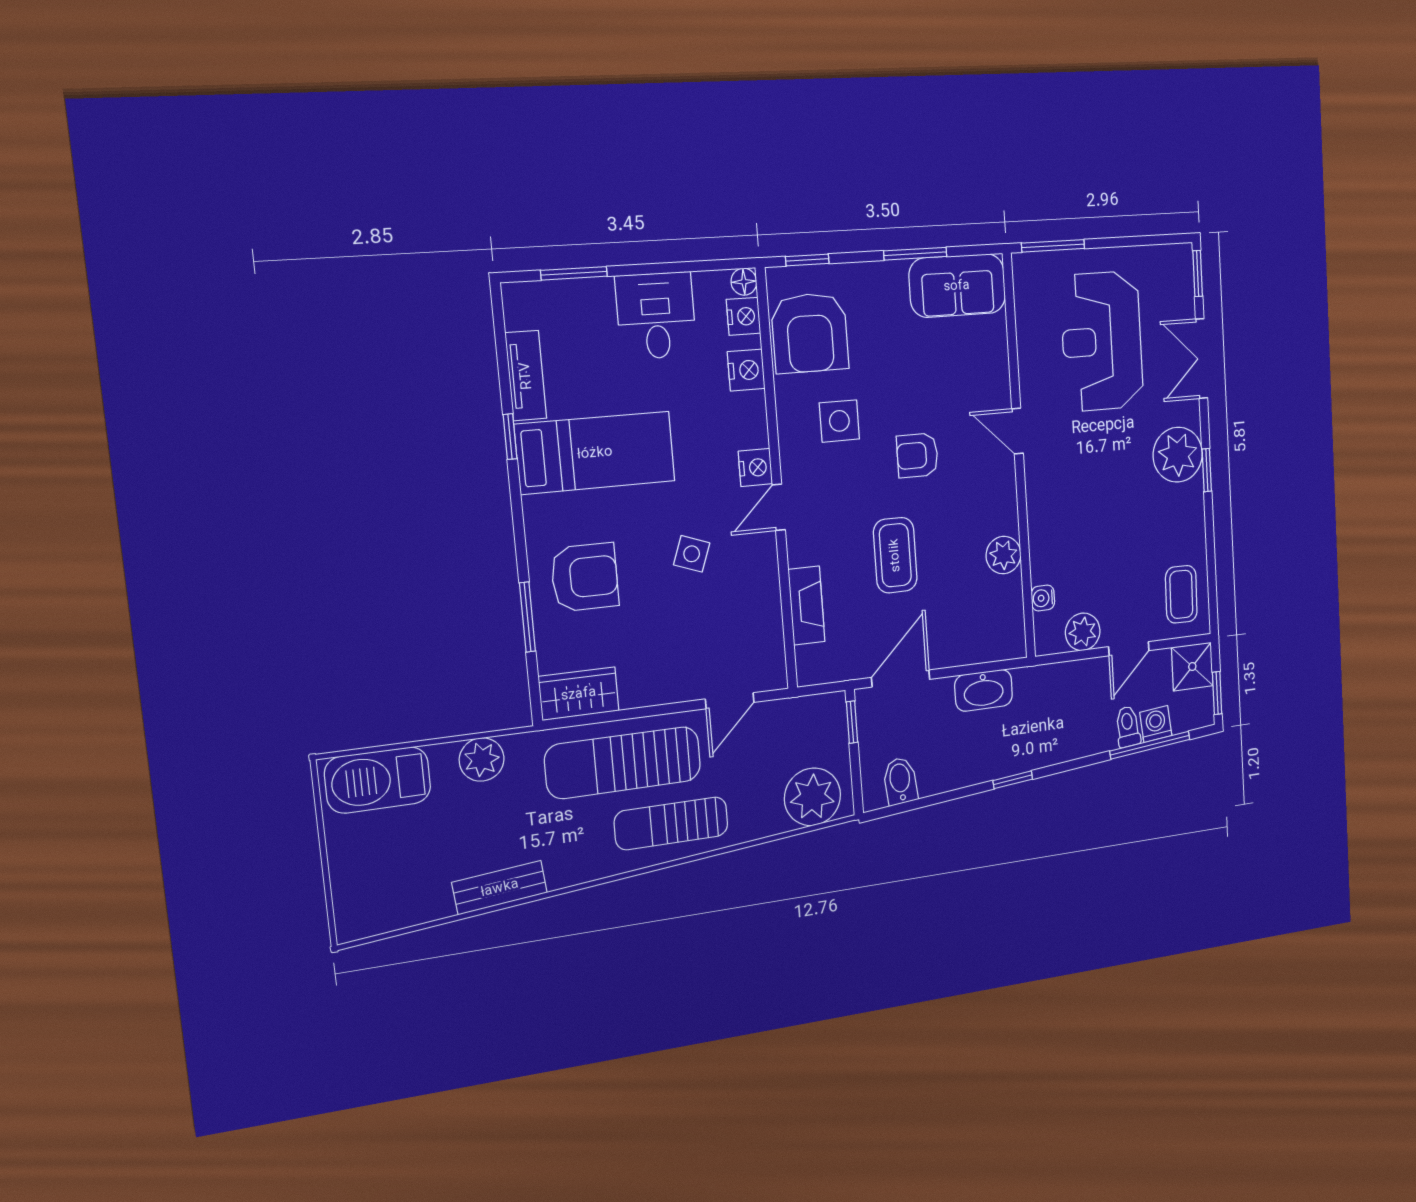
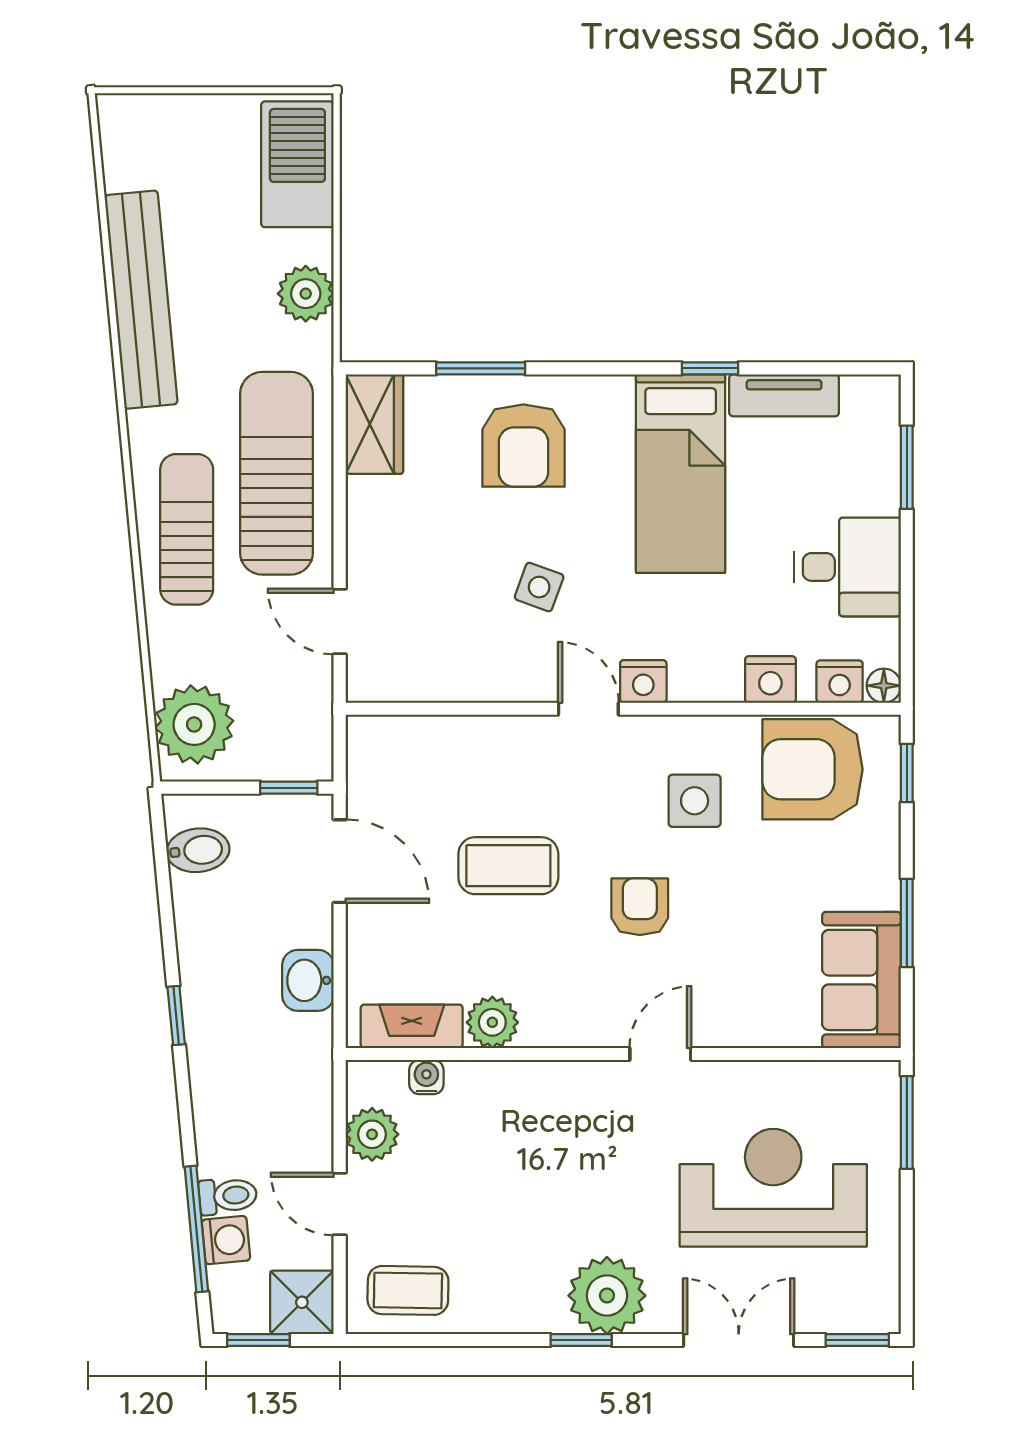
fireplace: (807, 606) -> (412, 1026), moved, turned 180
washbasin: (984, 690) -> (308, 980), width x0.72
bench: (500, 888) -> (141, 300), width x1.86, depth x1.21

